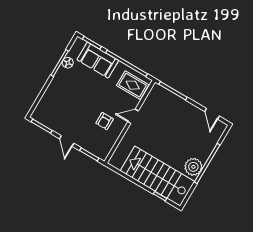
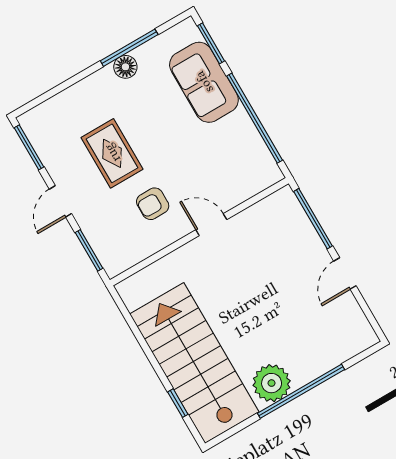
floor lamp: (68, 63) -> (125, 67), moved
rug: (133, 85) -> (112, 153), moved
door: (212, 114) -> (345, 273), moved

